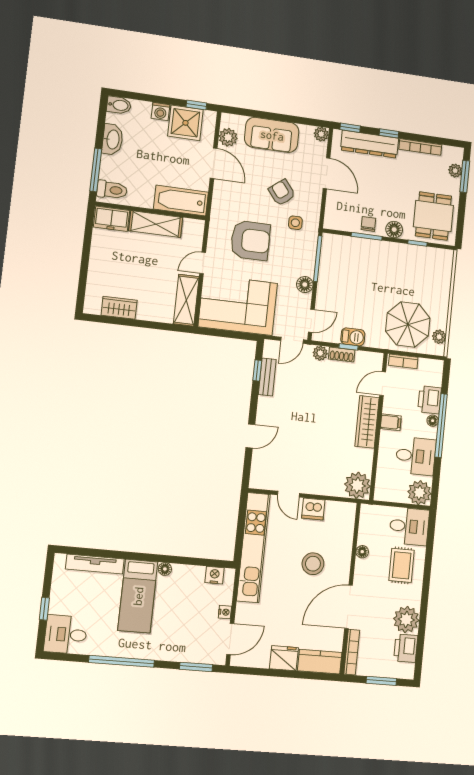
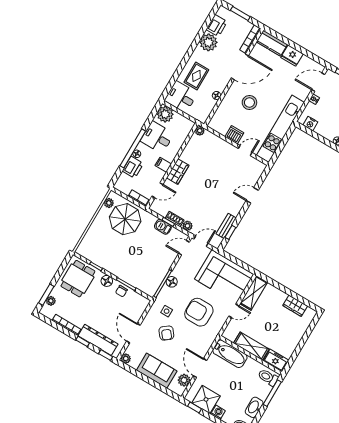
floor lamp: (305, 285) -> (172, 282), moved
wardrobe: (367, 422) -> (178, 172), width x0.67
plant: (357, 485) -> (200, 131), width x0.53, depth x0.53
door: (288, 494) -> (245, 150), hinge flipped

